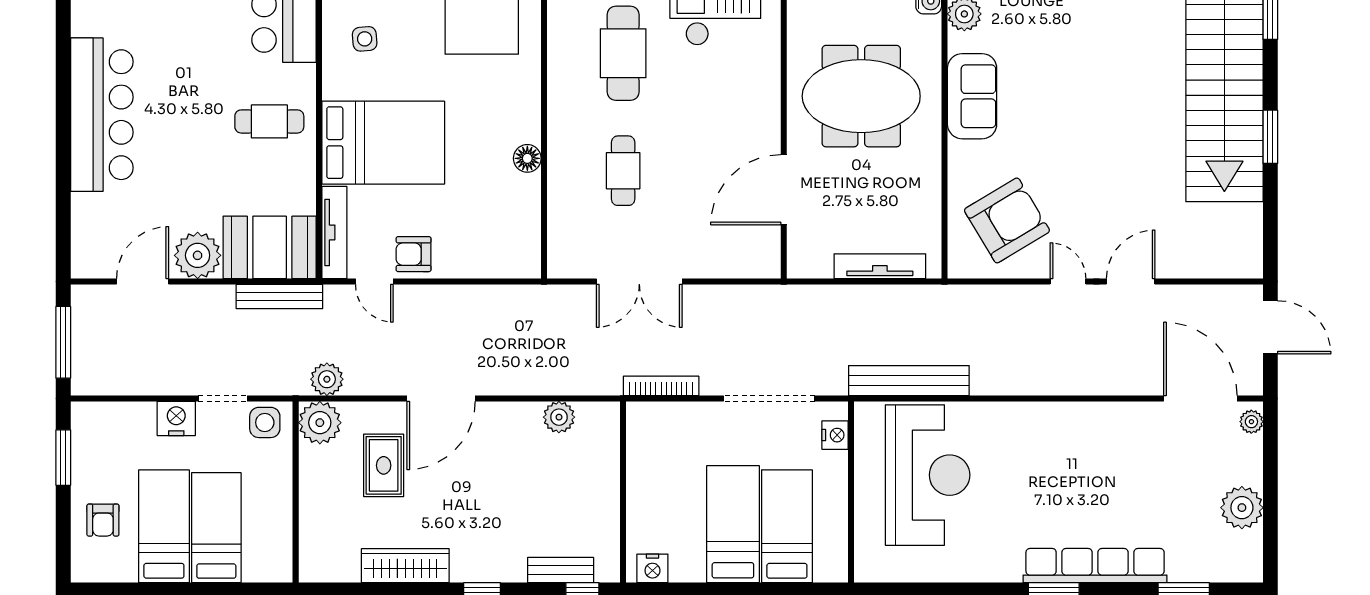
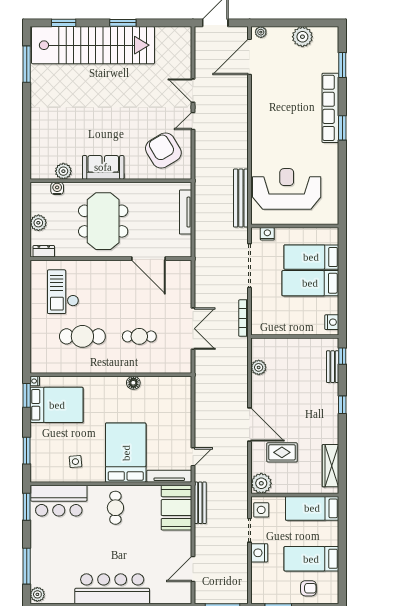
armchair: (414, 254) -> (180, 438), removed
plant: (198, 255) -> (180, 542), removed
door: (143, 282) -> (193, 569), hinge flipped
plant: (327, 379) -> (240, 480), removed
bed: (216, 528) -> (312, 508), moved
wardrobe: (405, 566) -> (331, 466), moved

